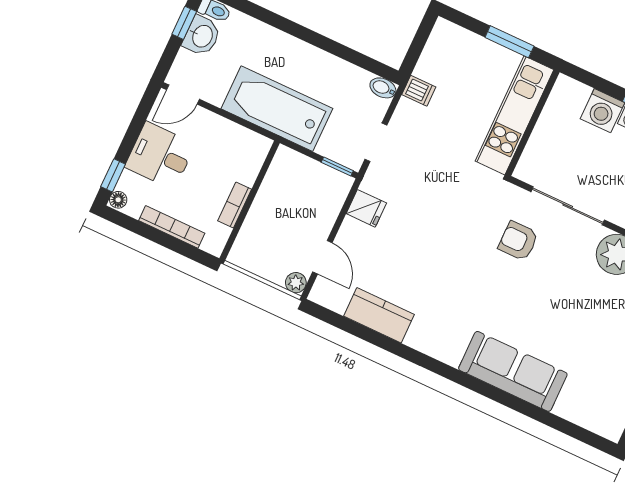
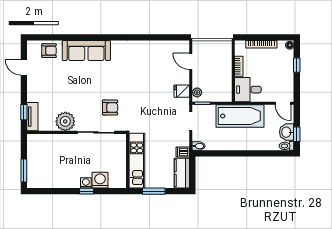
door: (183, 95) -> (283, 103), swing flipped
desk: (160, 156) -> (248, 90), moved, turned 180
window: (113, 175) -> (297, 65), moved
plant: (296, 283) -> (197, 92), moved
kitchen counter: (379, 315) -> (182, 173), moved, turned 90
armchair: (584, 405) -> (49, 51), added

